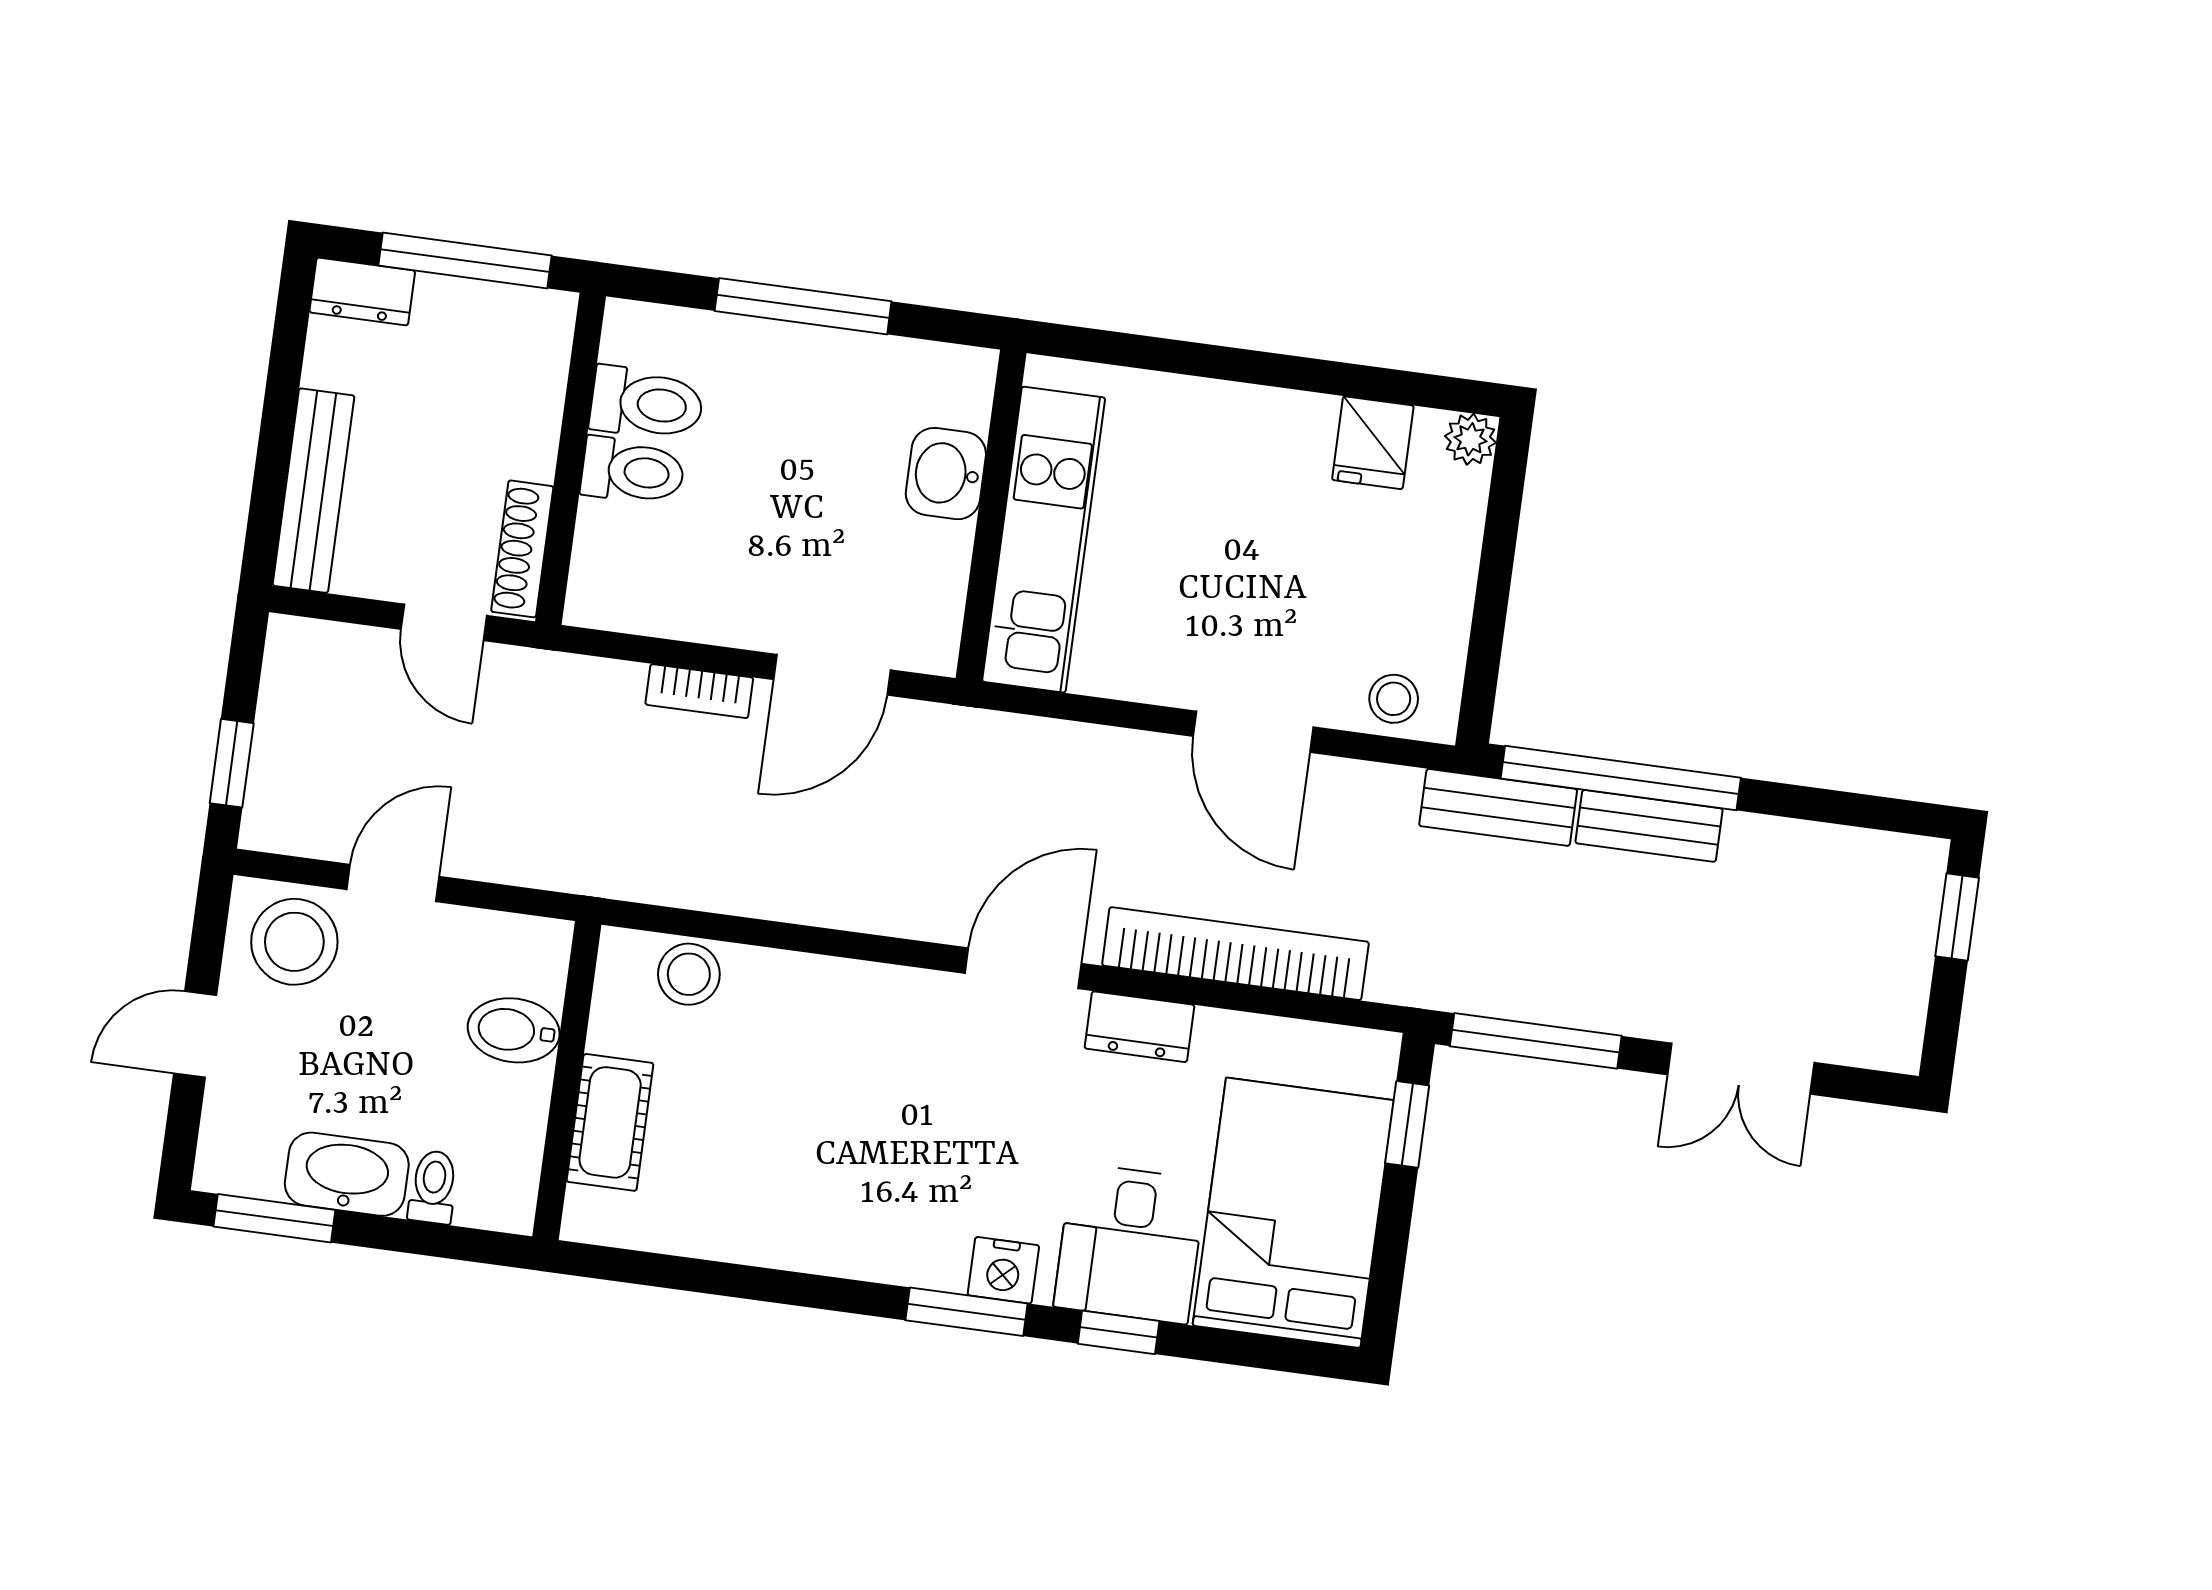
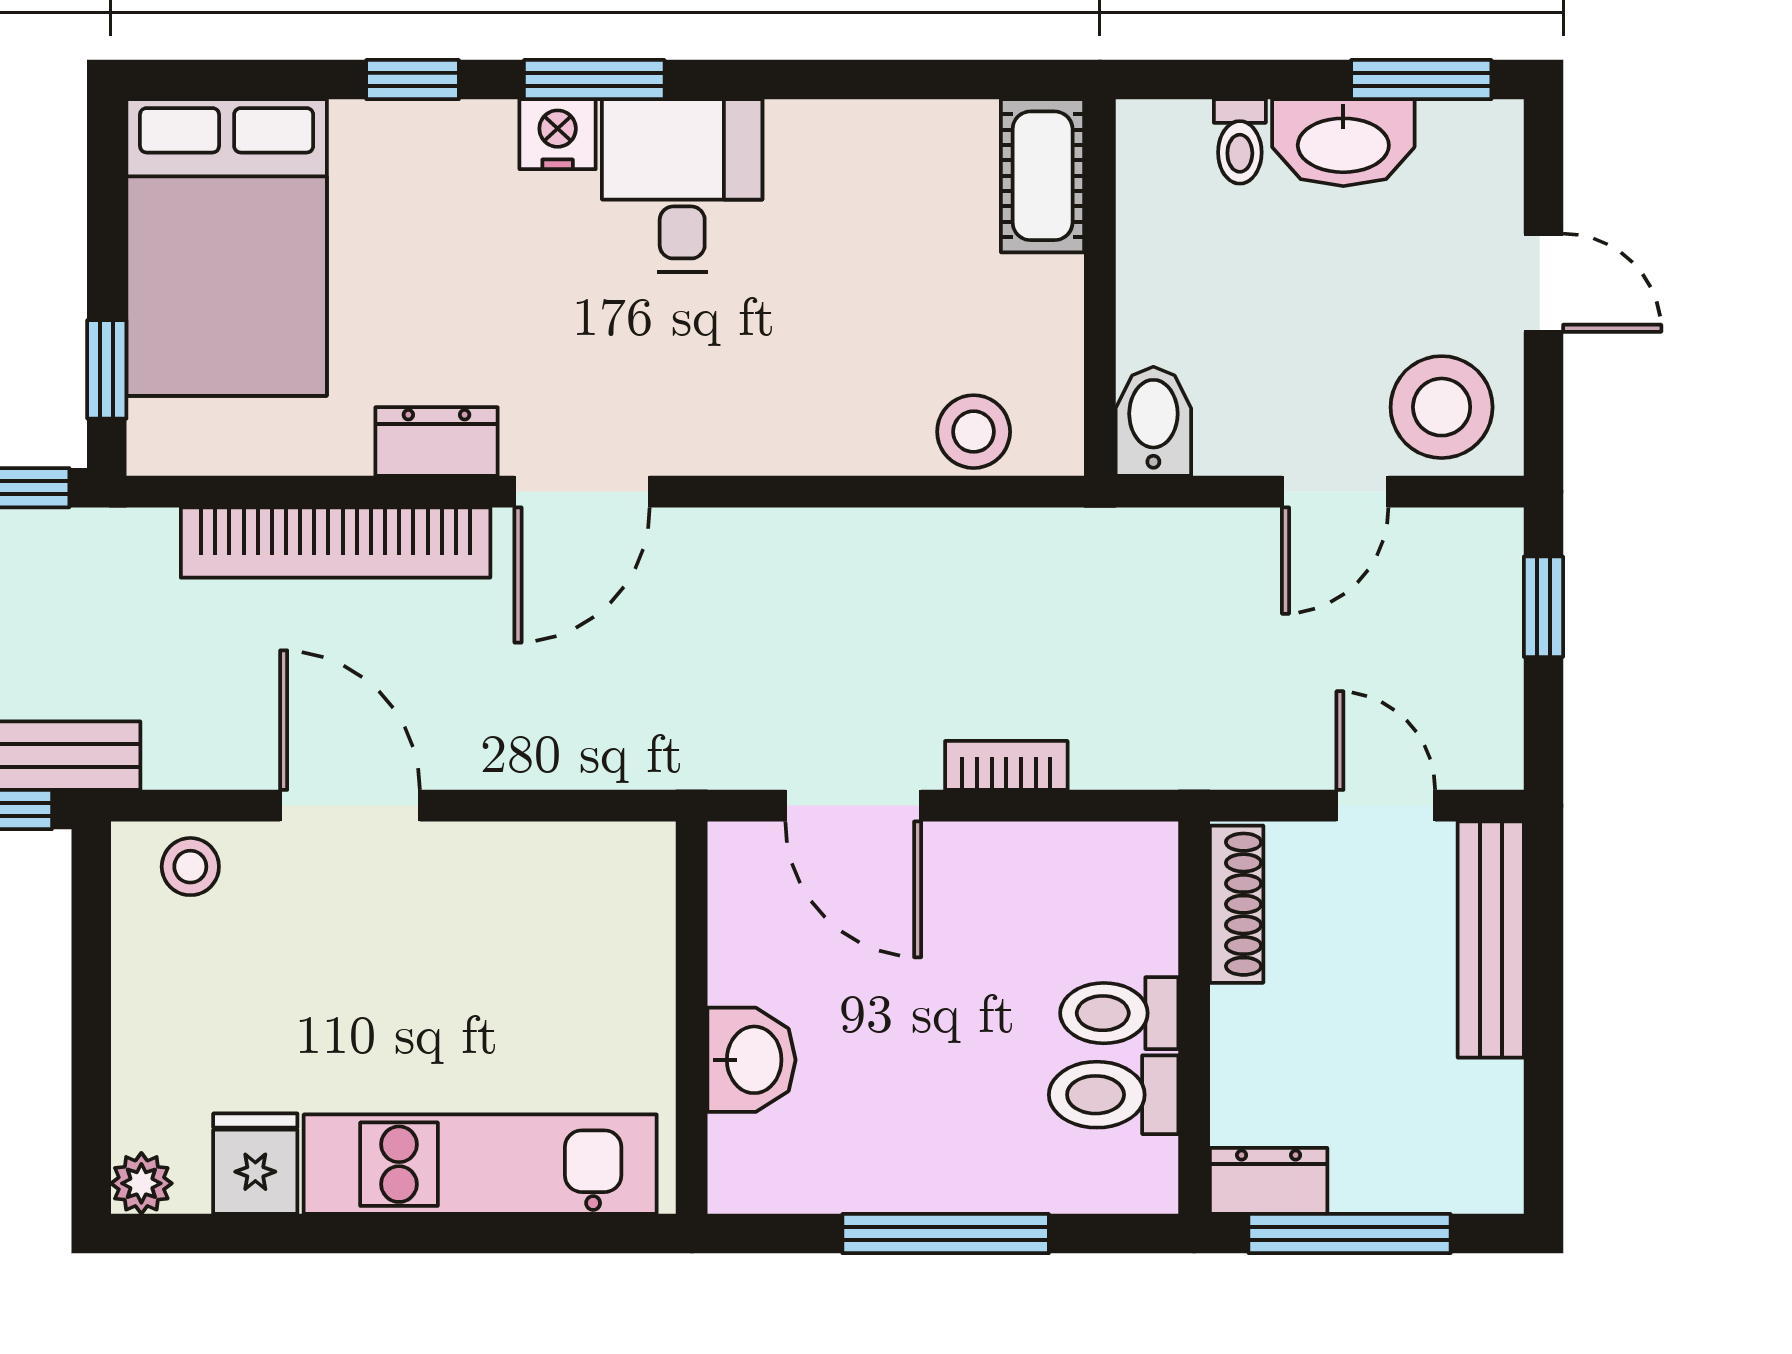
dresser: (362, 292) -> (1269, 1181), moved
kitchen unit: (1044, 540) -> (480, 1164), moved, turned 90
door: (444, 622) -> (1386, 806), moved
door: (832, 675) -> (853, 806), swing flipped
bidet: (514, 1030) -> (1153, 421), moved, turned -90
door: (195, 1034) -> (1543, 283), hinge flipped
cot: (610, 1122) -> (1043, 176), moved
desk: (1130, 1243) -> (682, 186), moved

